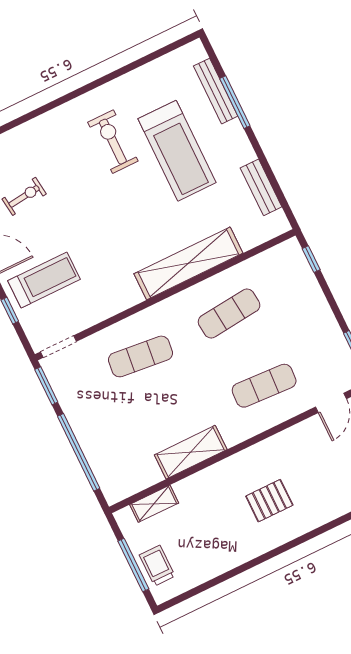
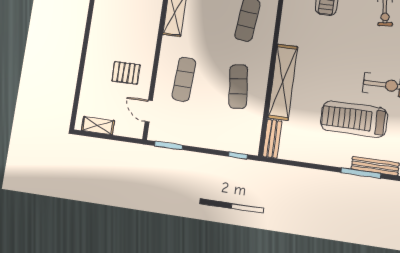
bench: (261, 187) -> (272, 139), moved, turned 90
pallet: (269, 501) -> (126, 73), moved, turned 90

